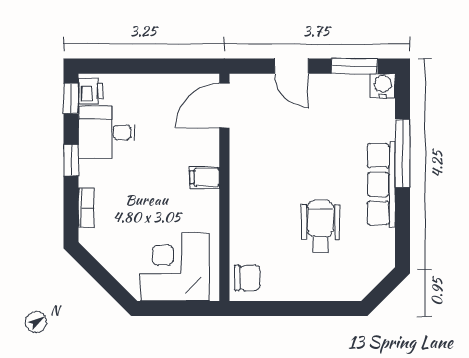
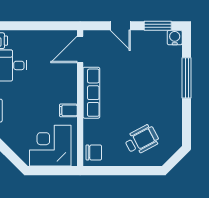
filing cabinet: (205, 177) -> (68, 110), moved
row of seats: (381, 184) -> (91, 93), moved, turned 180
wheelchair: (321, 226) -> (142, 140), moved, turned 62

